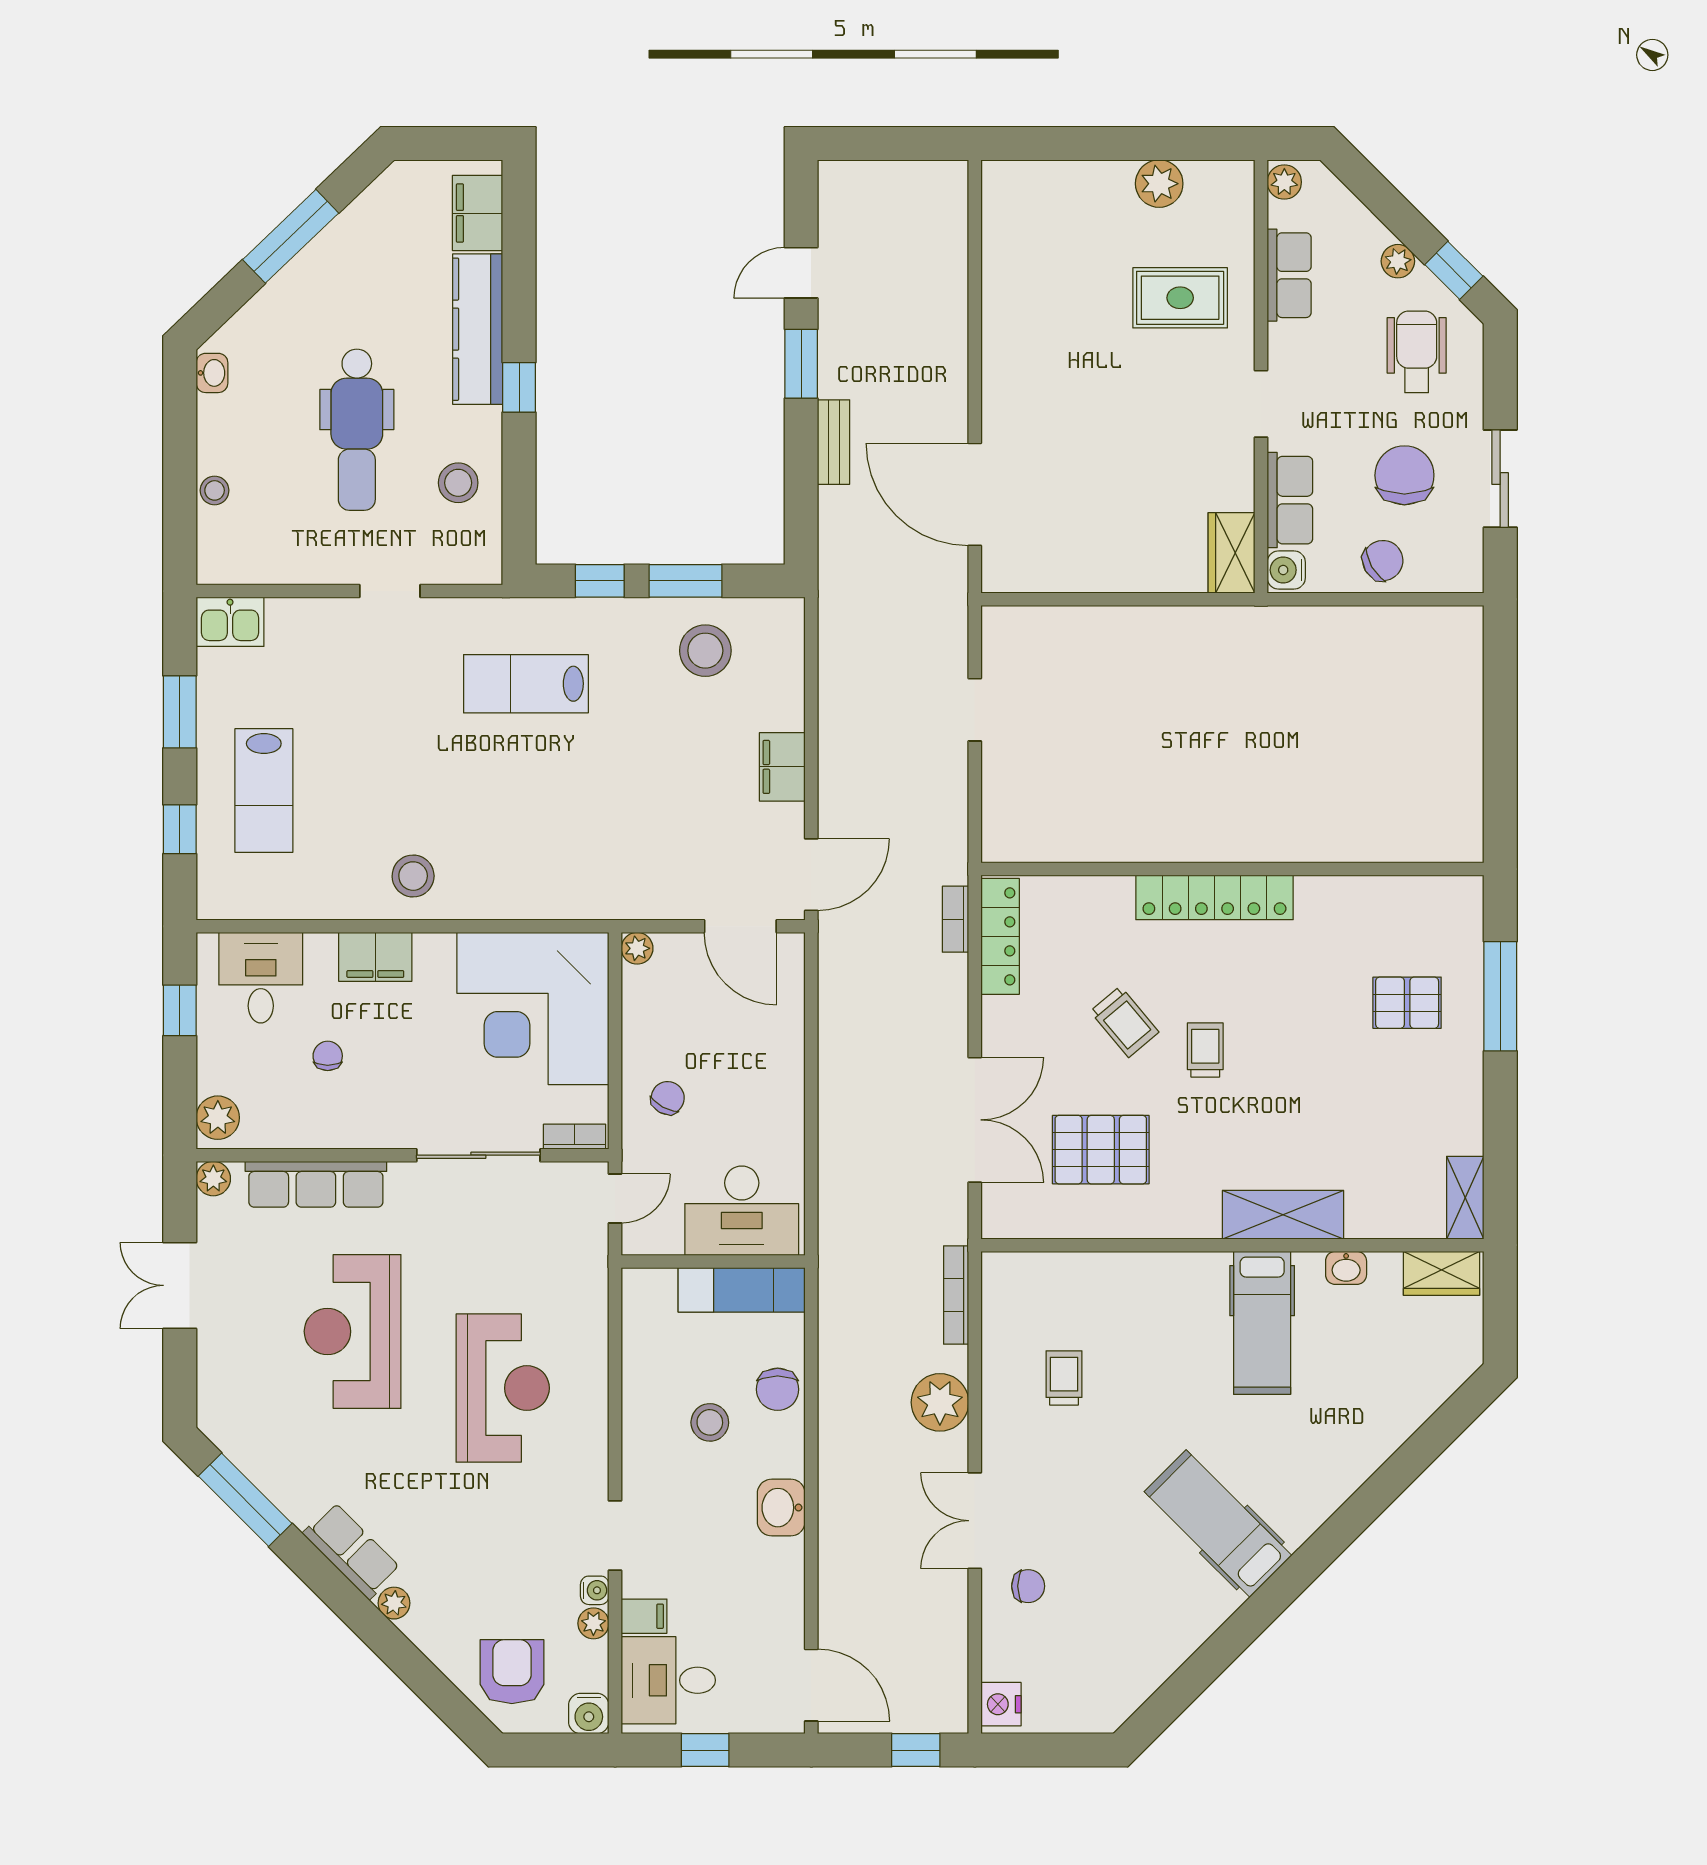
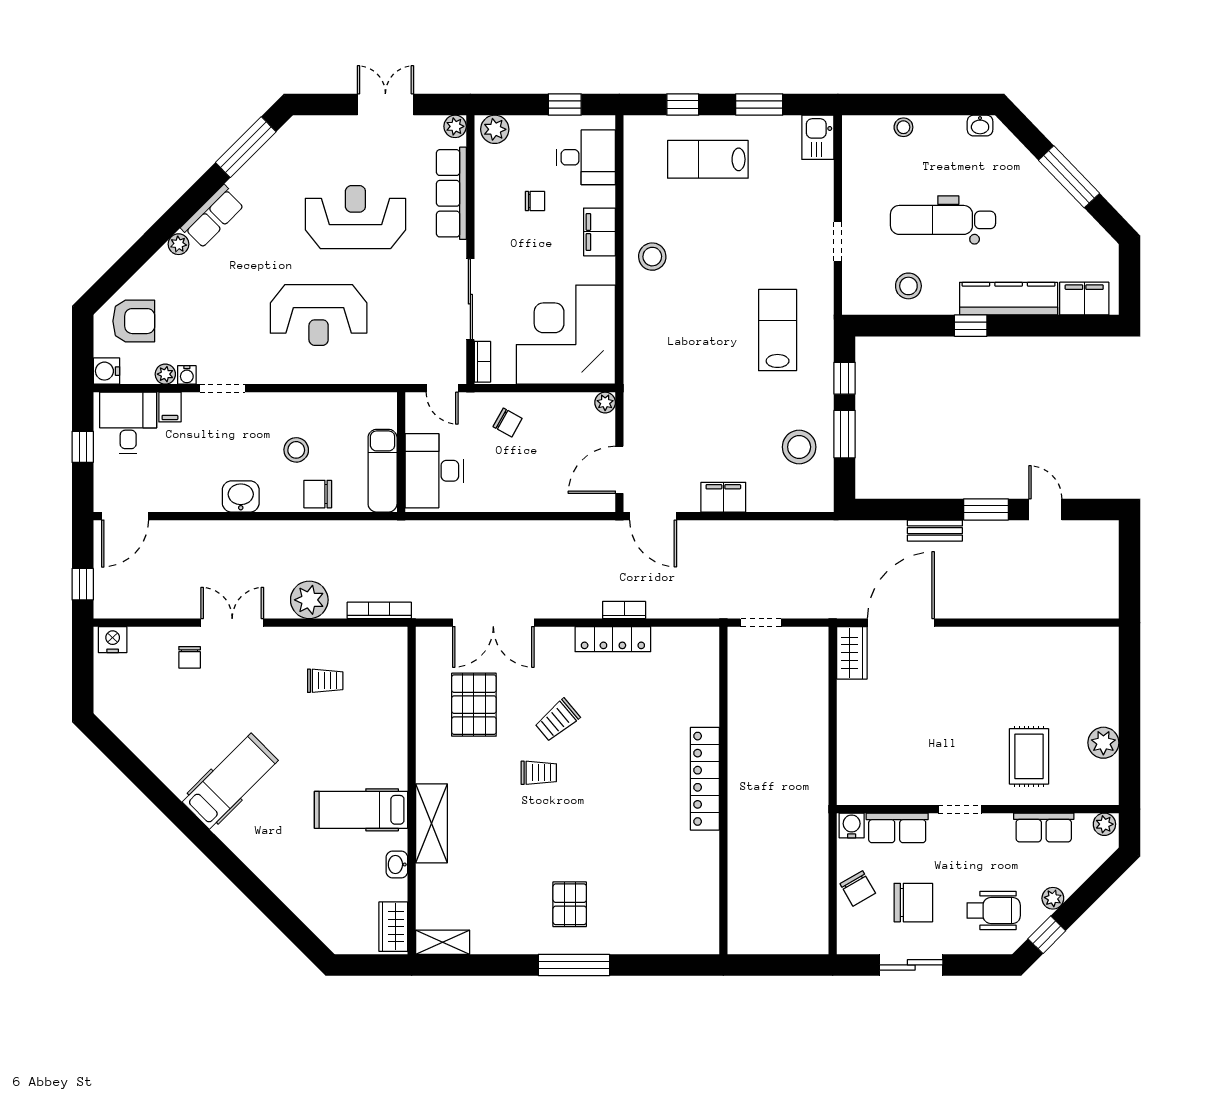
wardrobe: (1232, 553) -> (852, 653), moved, turned 90
wall: (1232, 869) -> (723, 790), moved
locker: (1214, 897) -> (705, 779), moved

